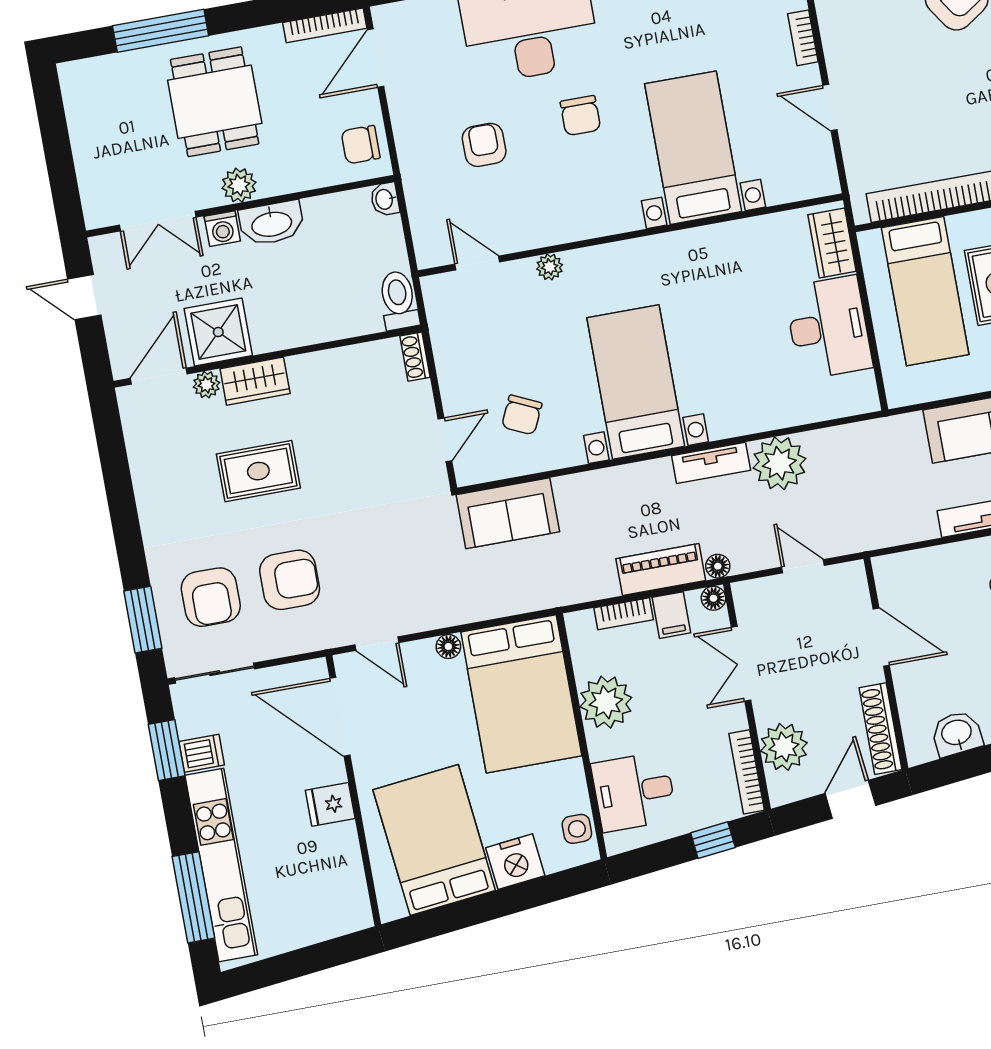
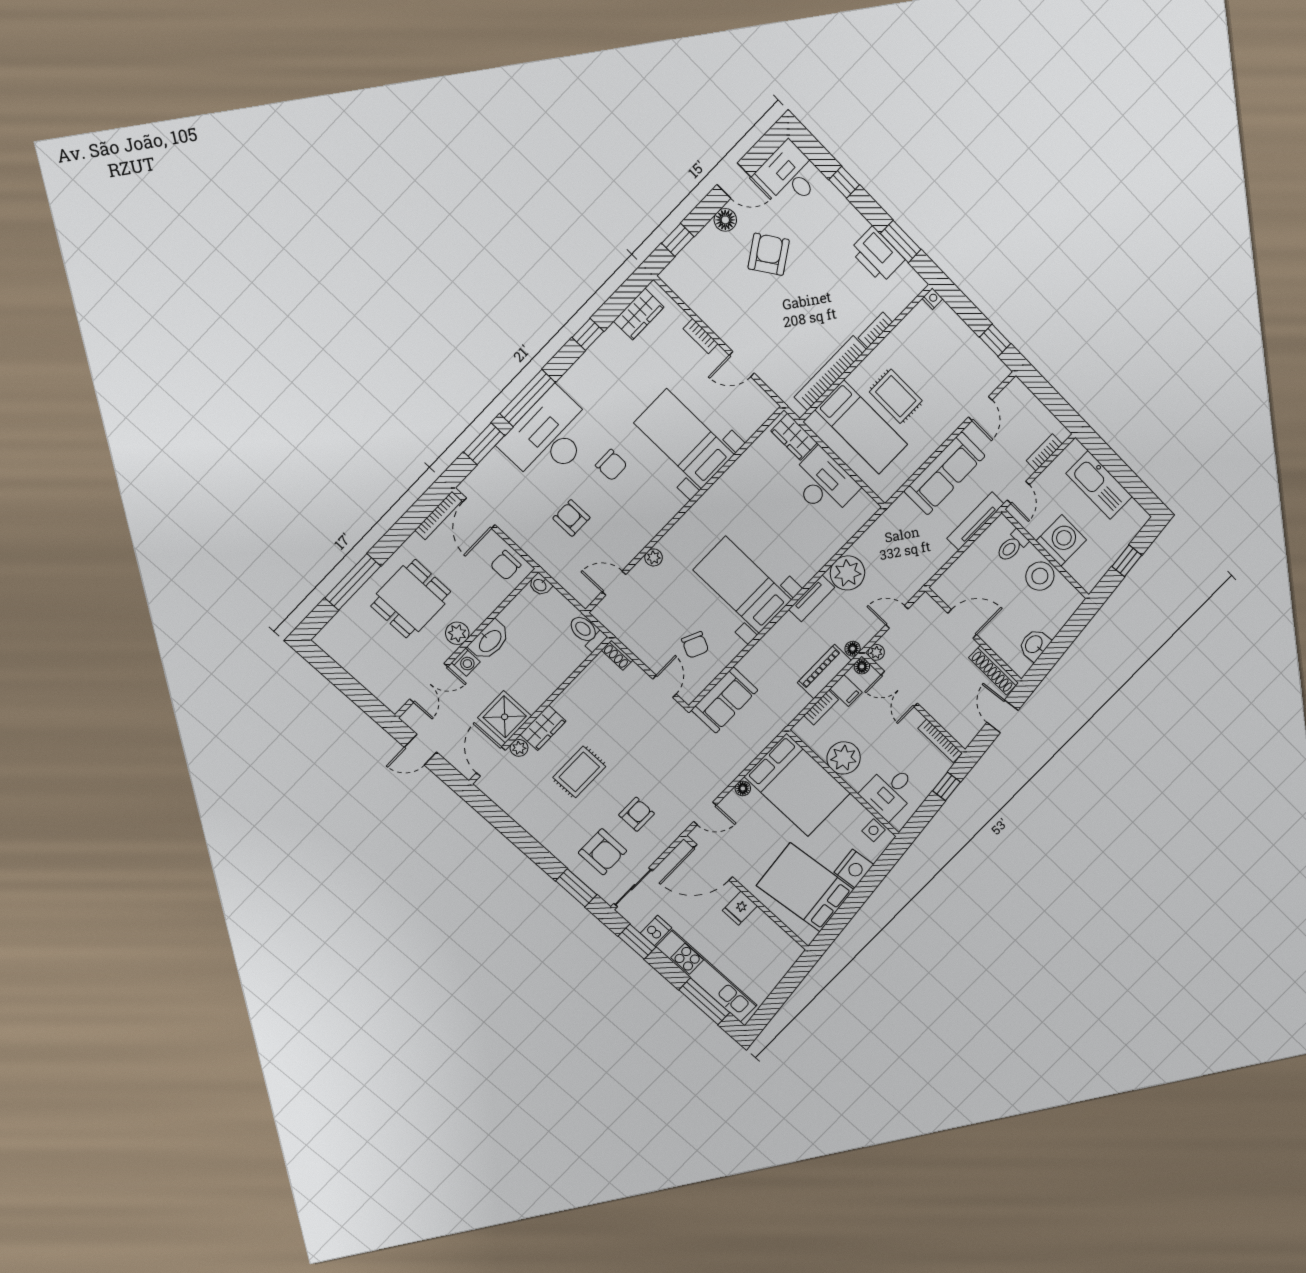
dining table: (215, 102) -> (411, 599), turned 90
armchair: (290, 580) -> (637, 814), width x0.72, depth x0.72
plant: (784, 747) -> (876, 652), moved, width x0.53, depth x0.53

